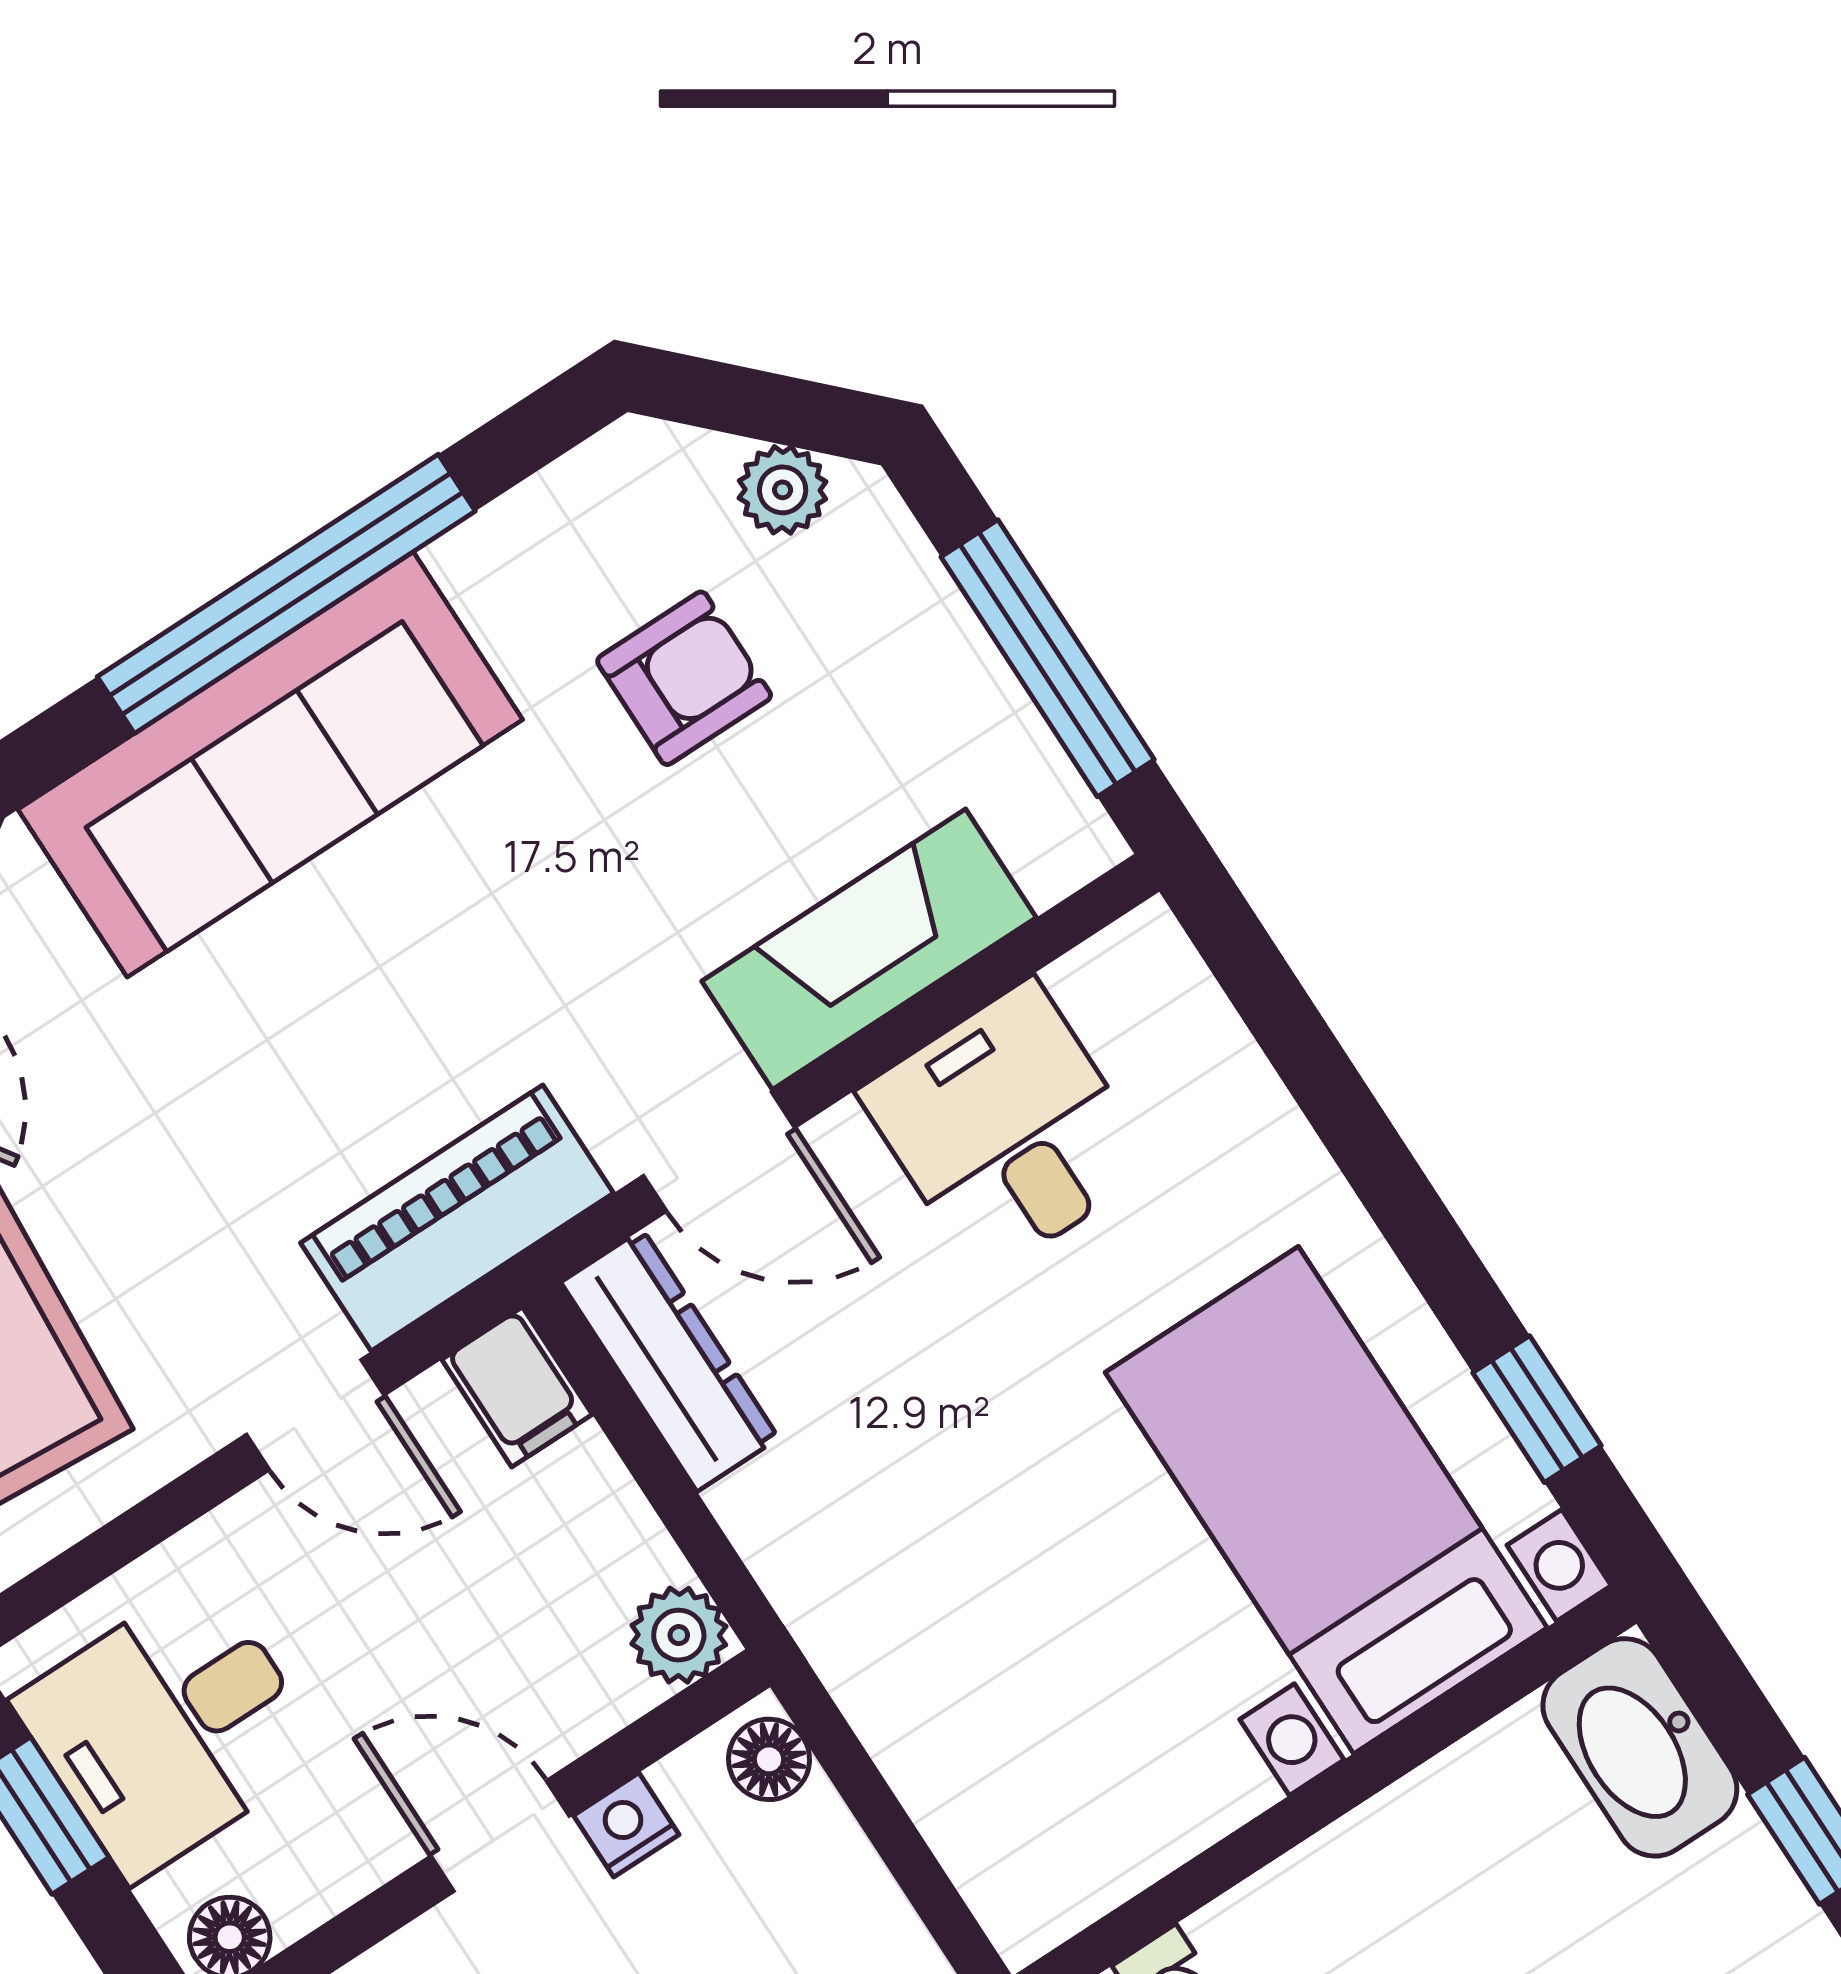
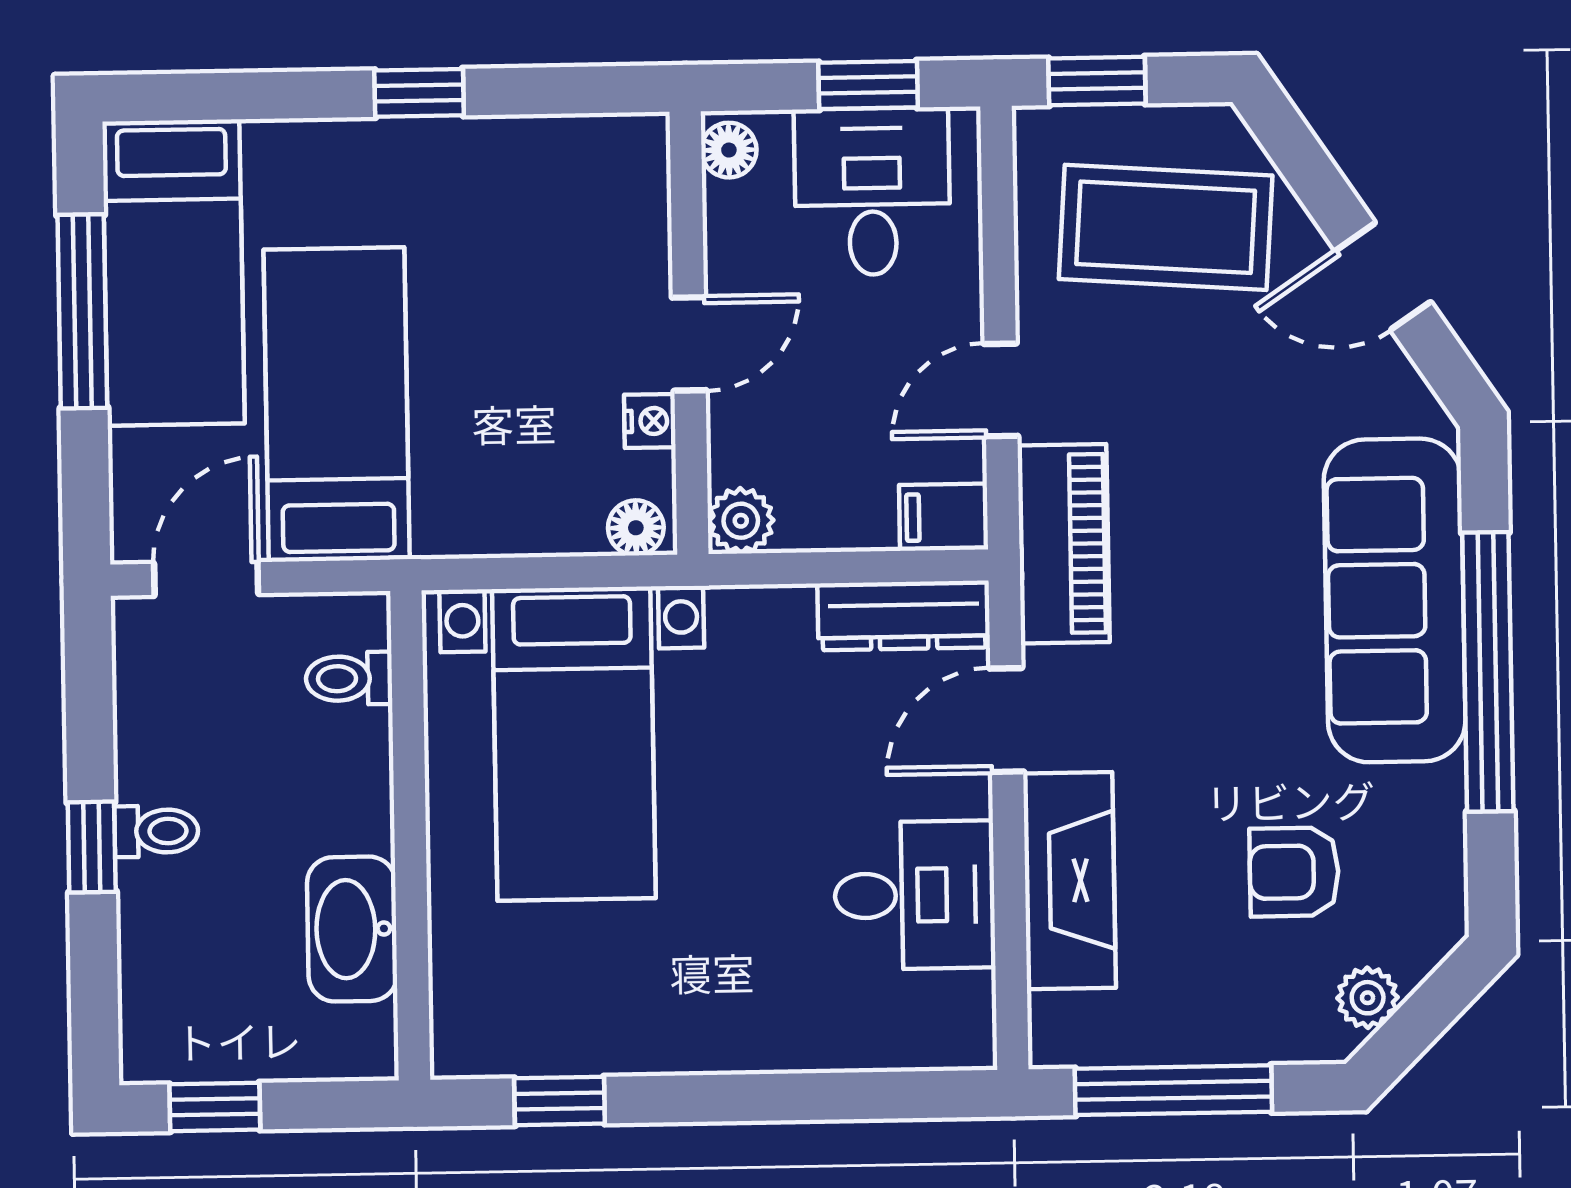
armchair: (684, 678) -> (1294, 872), turned 90
bed with nightstands: (1326, 1500) -> (574, 744), moved, turned 90
washbasin: (1640, 1747) -> (352, 929), moved, turned -90

